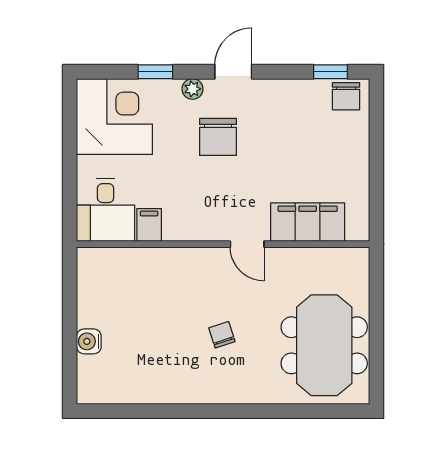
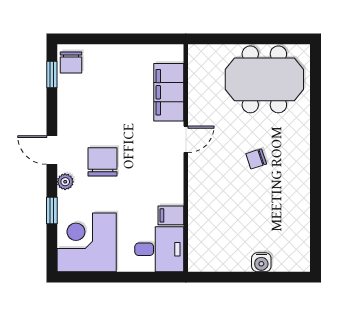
chair: (346, 96) -> (71, 62), turned 90
chair: (218, 137) -> (102, 162), turned -90

